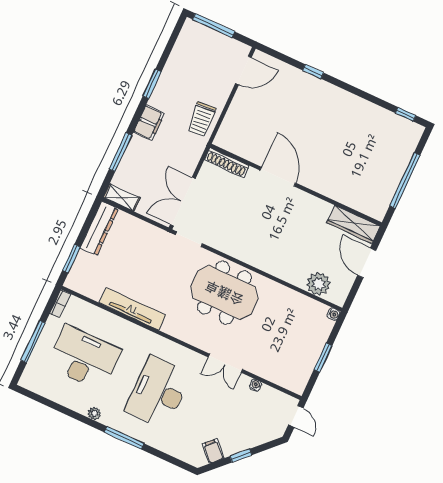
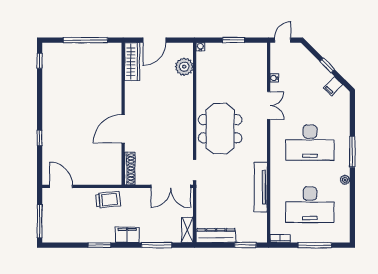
desk: (84, 358) -> (310, 205), turned -90

